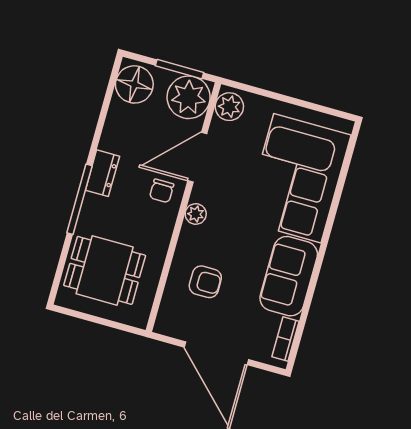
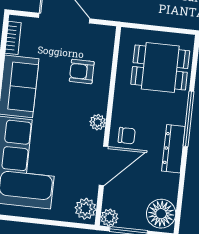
plant: (189, 97) -> (109, 218), width x0.53, depth x0.53
dresser: (102, 173) -> (173, 149), width x1.44
chair: (162, 191) -> (127, 136), turned 90

